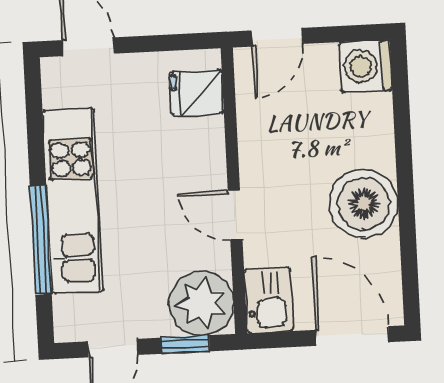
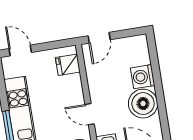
washing machine: (366, 66) -> (143, 77), moved

